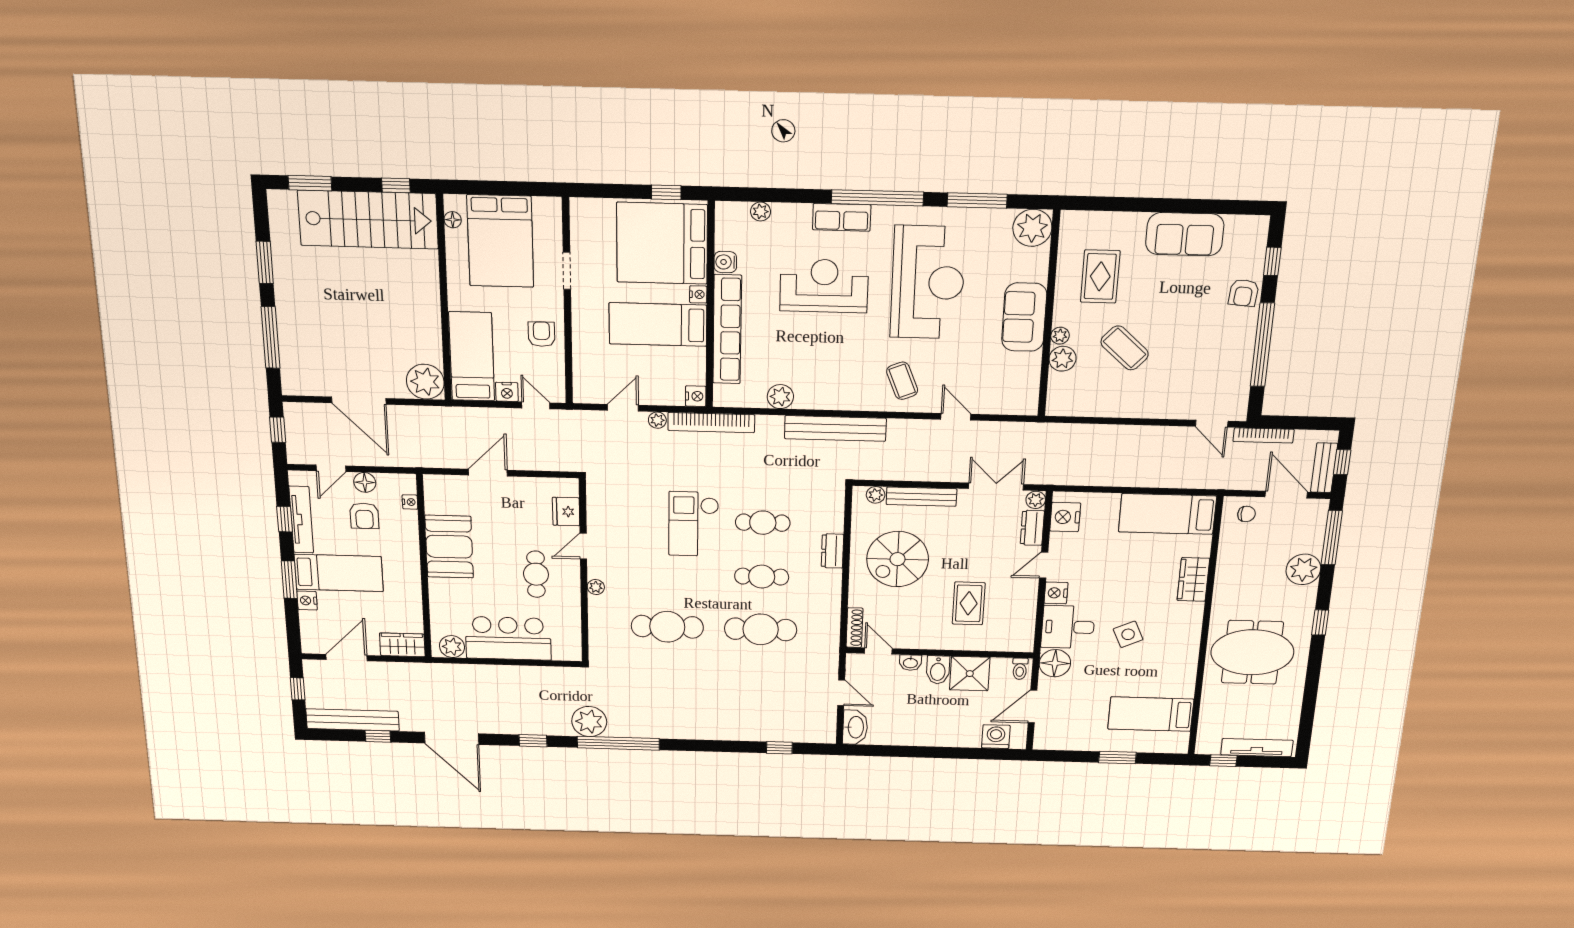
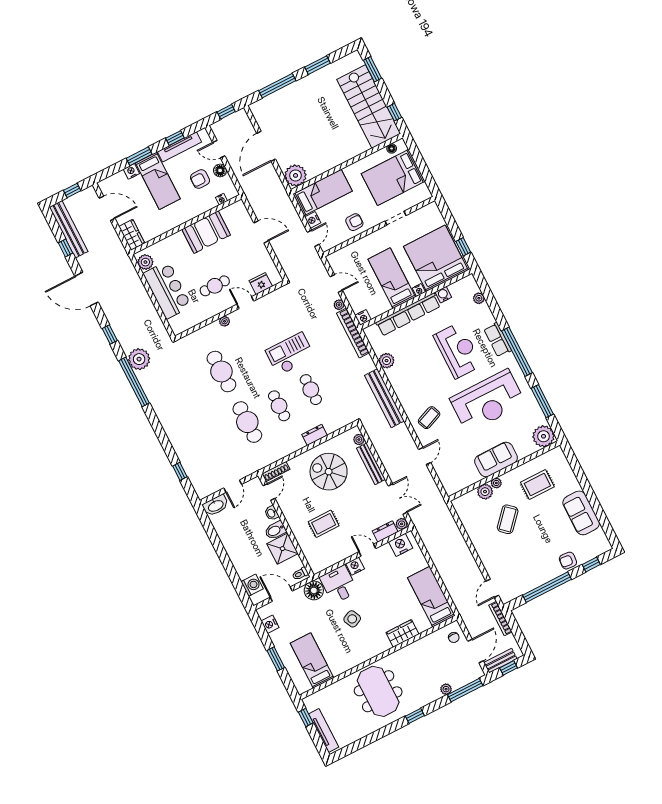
plant: (1303, 569) -> (446, 689), width x0.53, depth x0.53
door: (452, 738) -> (87, 289), hinge flipped
nightstand: (1065, 741) -> (270, 624), added

